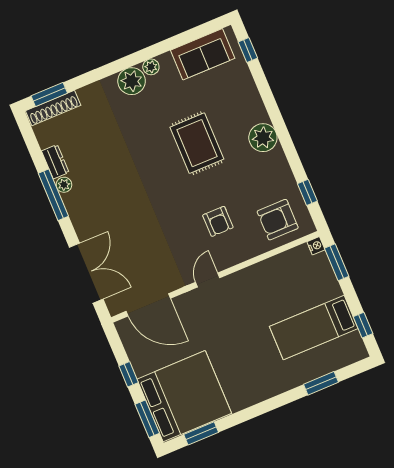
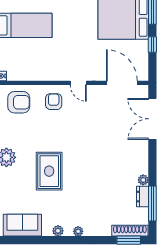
plant: (132, 81) -> (78, 231), width x0.53, depth x0.53
window: (53, 195) -> (152, 204), moved
armchair: (218, 221) -> (54, 102), moved
door: (208, 280) -> (78, 83), hinge flipped

